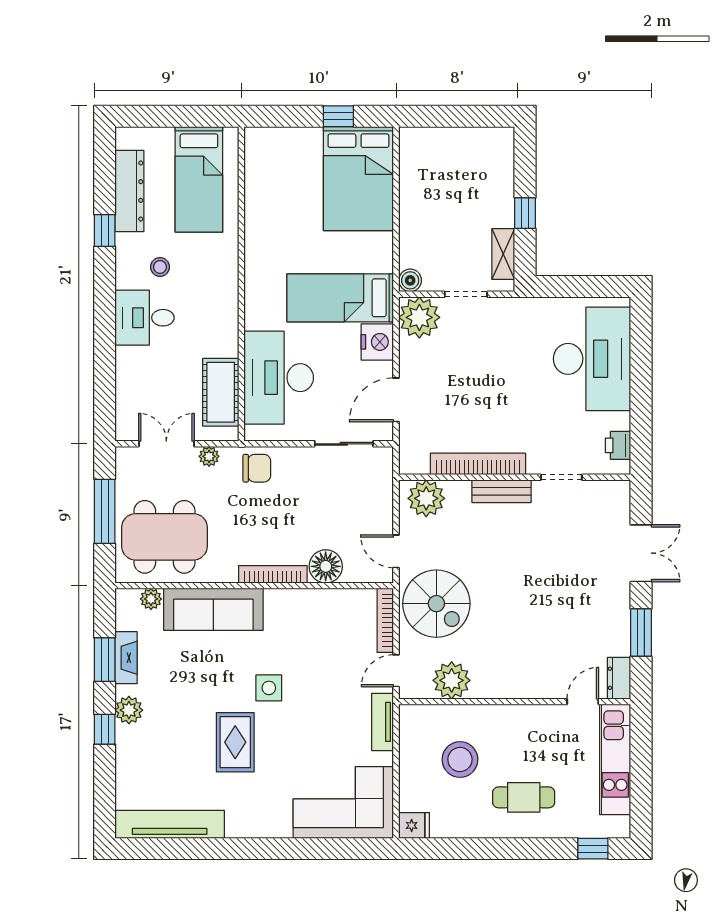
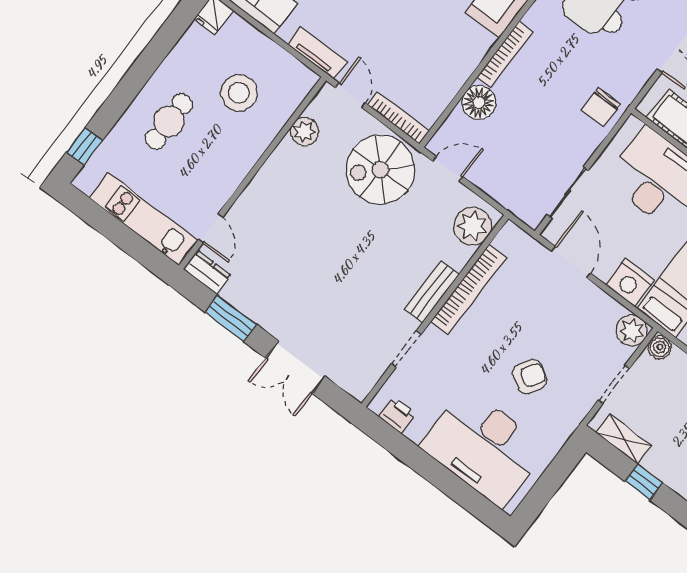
plant: (419, 317) -> (632, 331), width x0.73, depth x0.73
armchair: (510, 365) -> (530, 376), added
plant: (209, 456) -> (640, 75), removed
plant: (452, 680) -> (304, 132), width x0.73, depth x0.73

